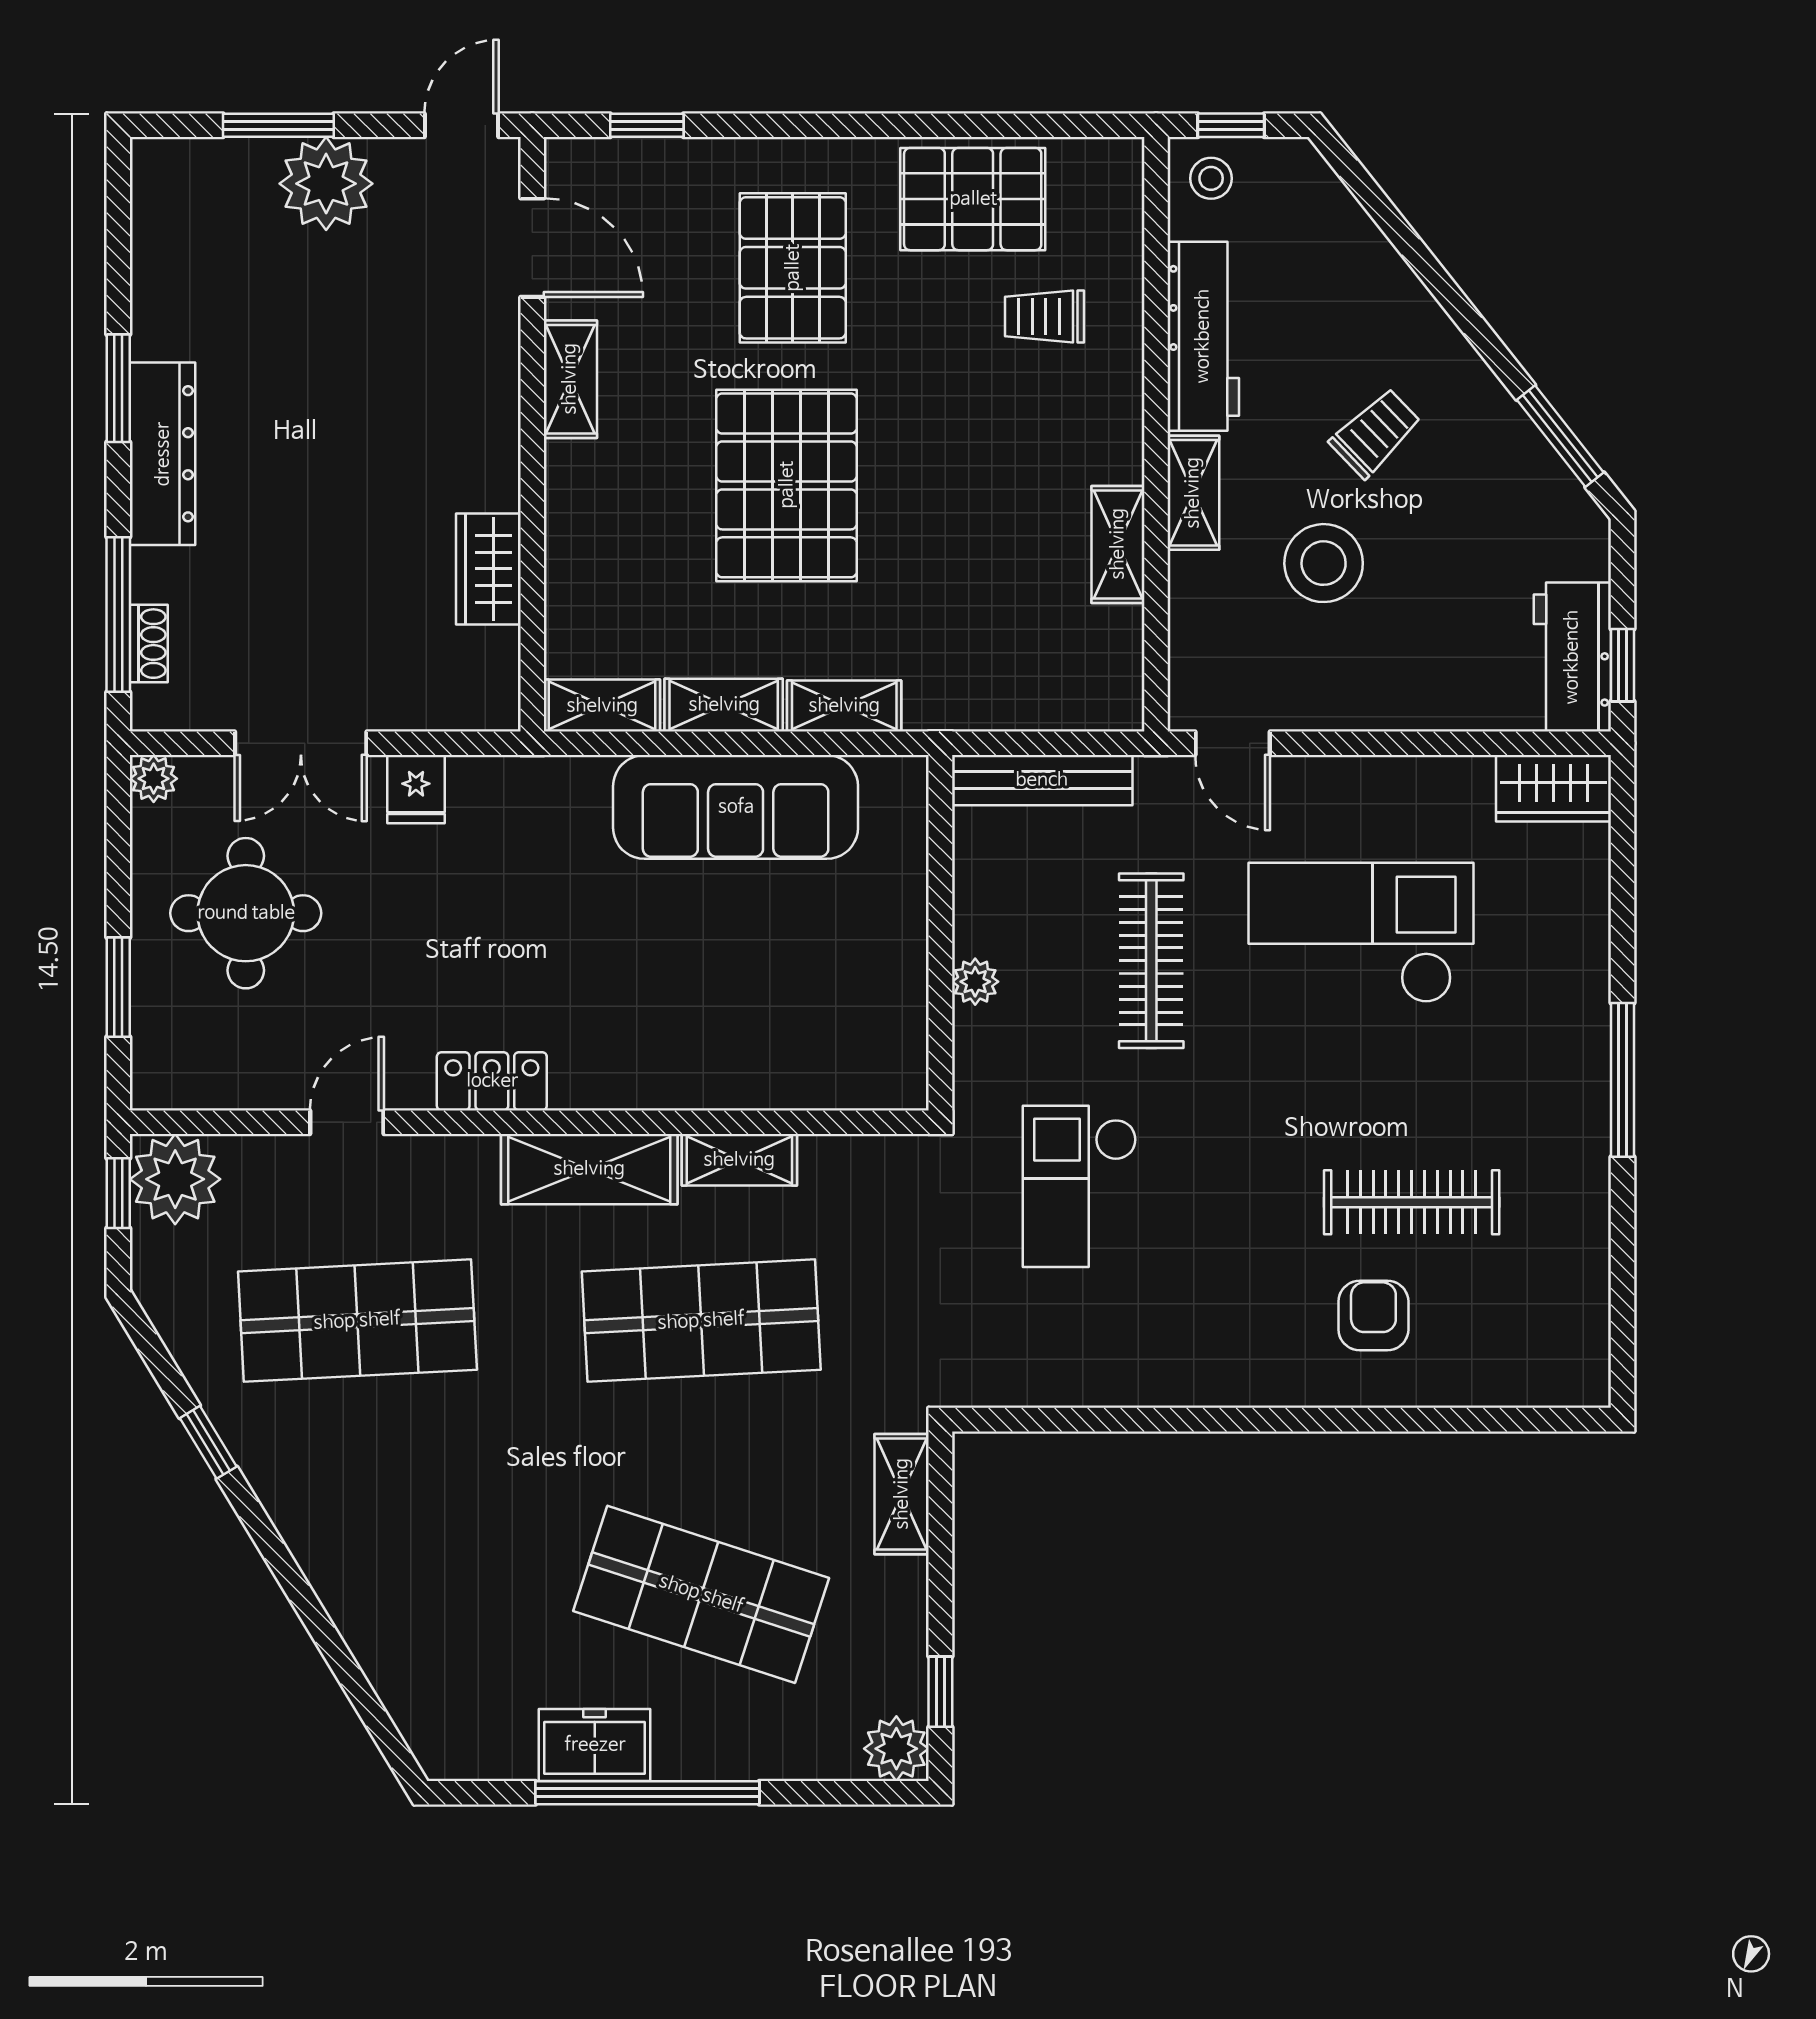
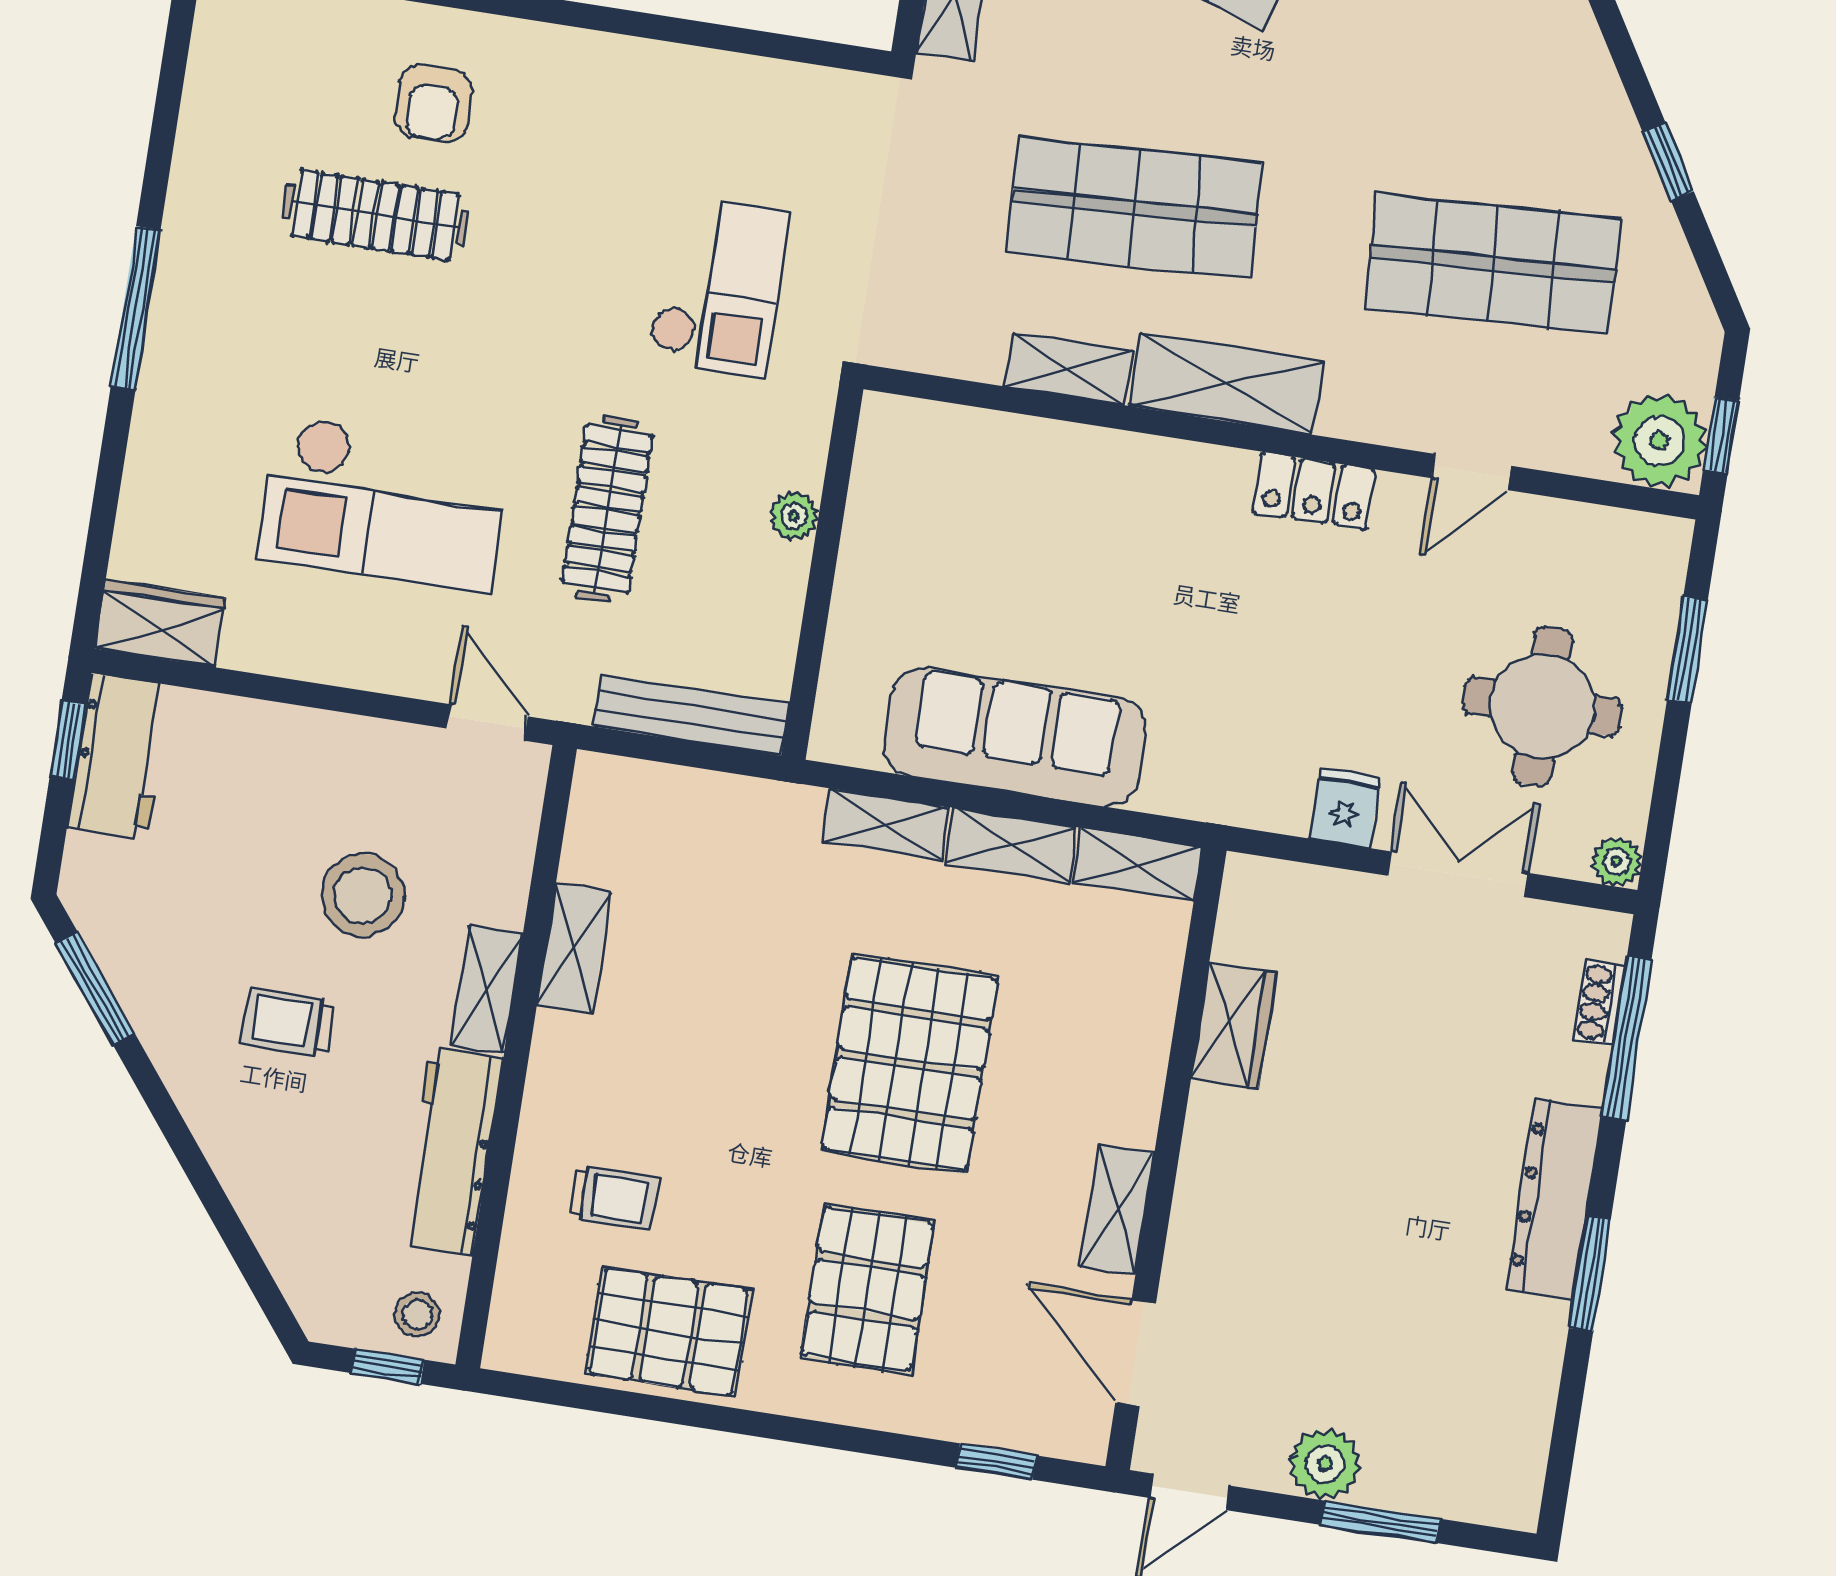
plant: (326, 184) -> (1325, 1464), width x0.73, depth x0.73
trolley: (1375, 433) -> (288, 1022), turned 44

